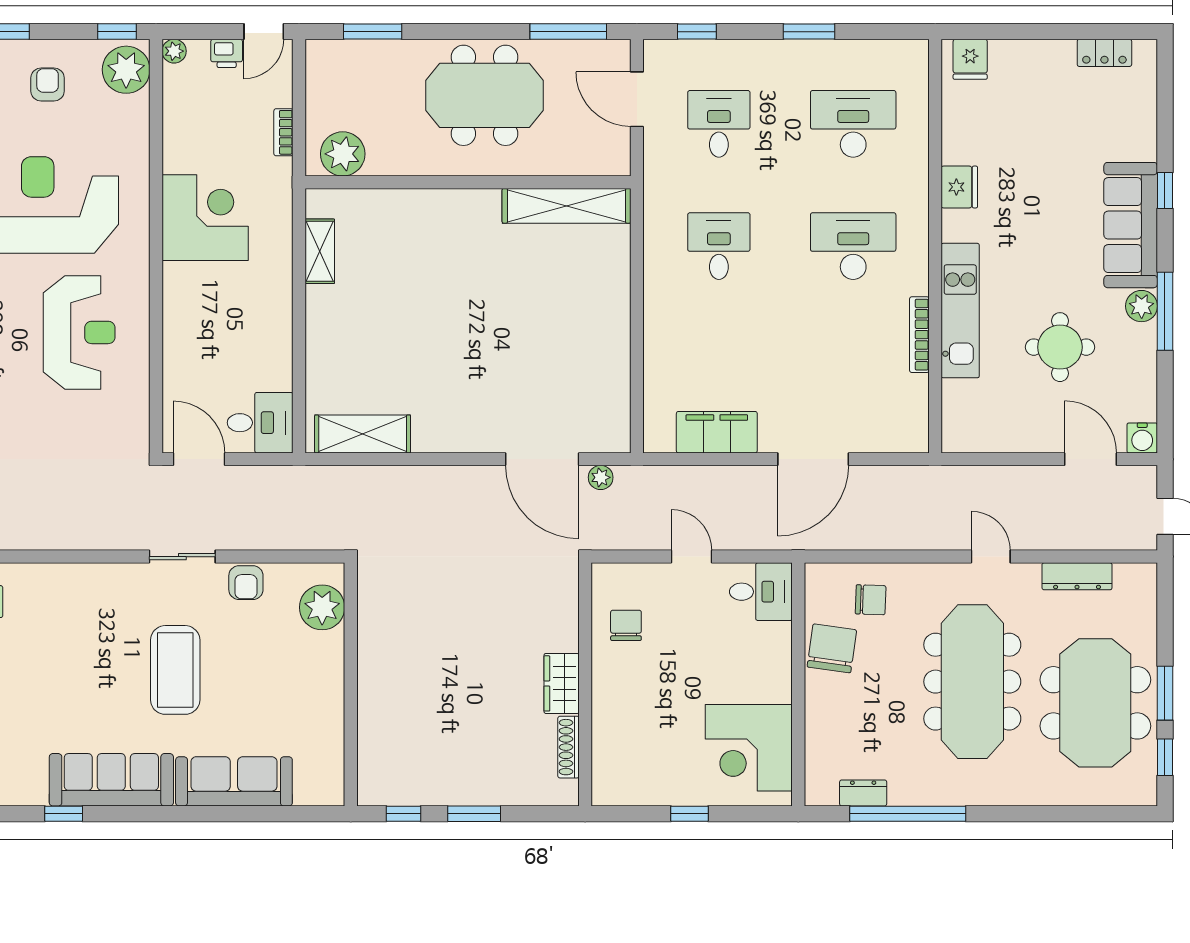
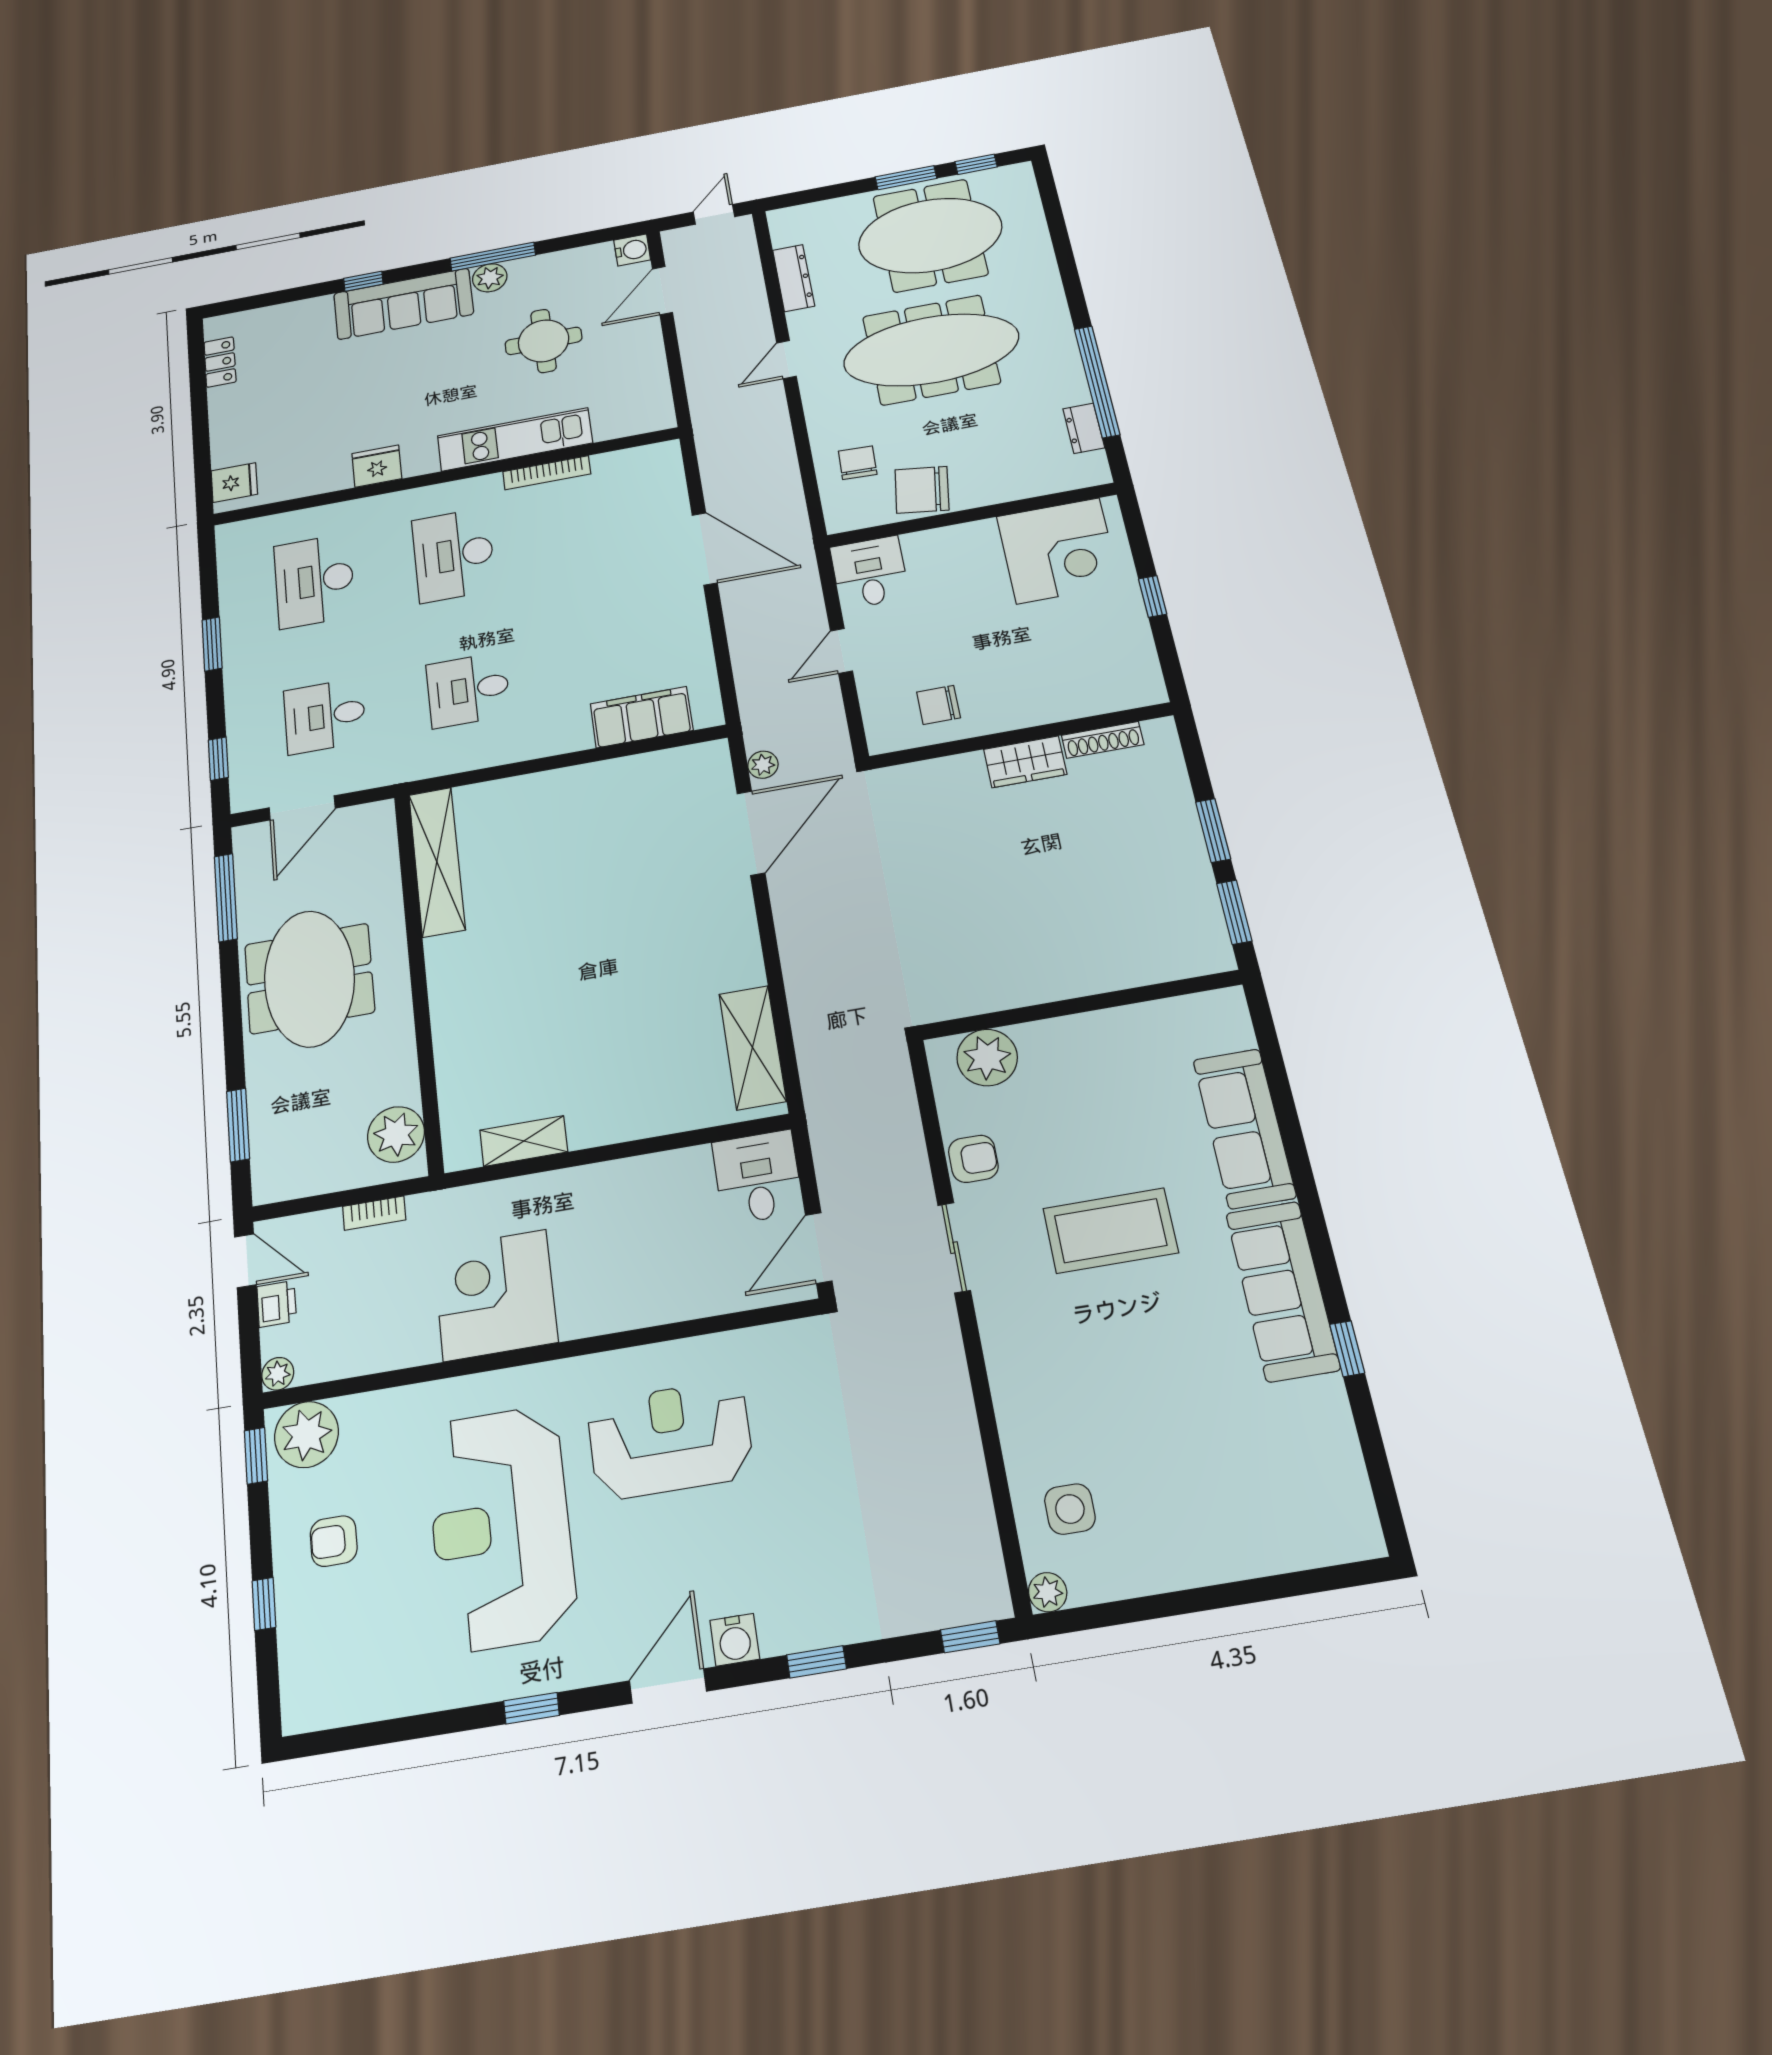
filing cabinet: (717, 432) -> (642, 717), moved, turned 90
window: (404, 814) -> (1234, 912), width x1.50

